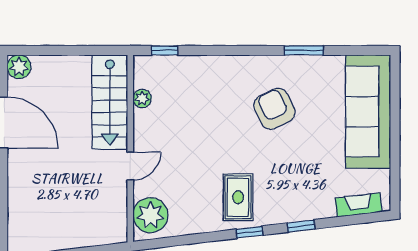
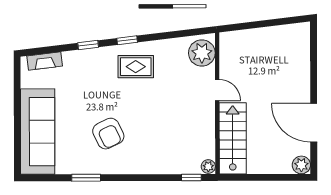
plant: (142, 99) -> (208, 167), moved
door: (130, 166) -> (217, 90), swing flipped
rug: (238, 197) -> (136, 67), turned 90

